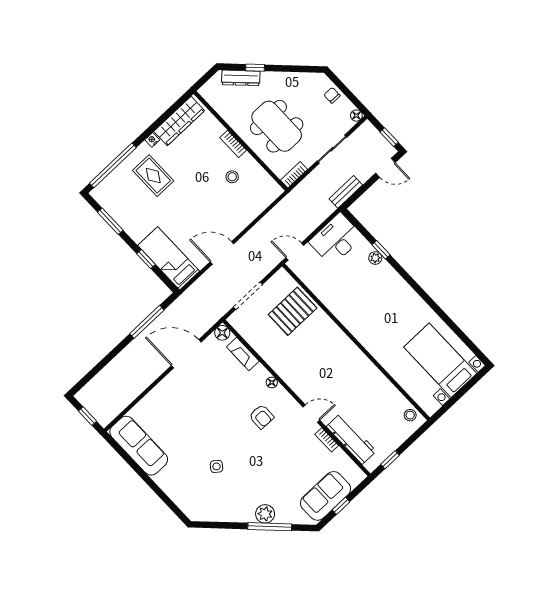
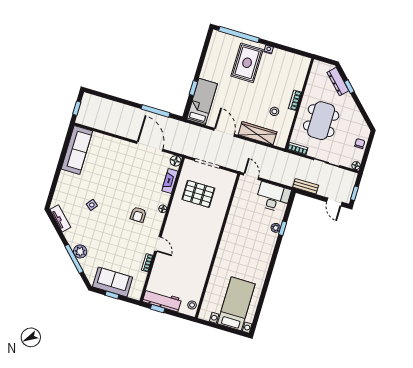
wardrobe: (179, 121) -> (258, 133), moved, turned 180
rug: (153, 176) -> (247, 63), width x1.36, depth x1.43
window: (110, 221) -> (204, 53), removed
pallet: (293, 311) -> (198, 194), moved
workbench: (351, 439) -> (162, 300), moved, turned -90
tv unit: (211, 515) -> (60, 218), added

